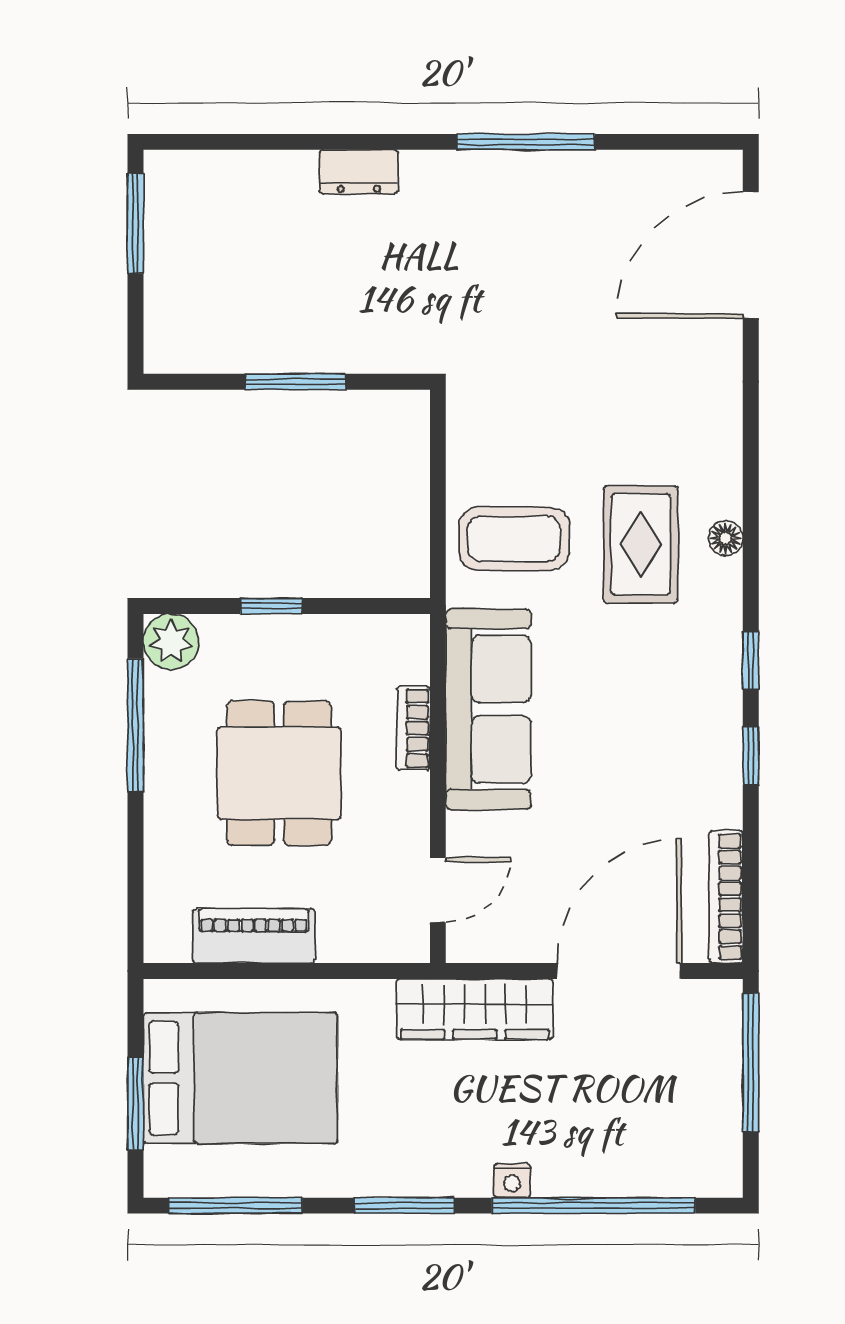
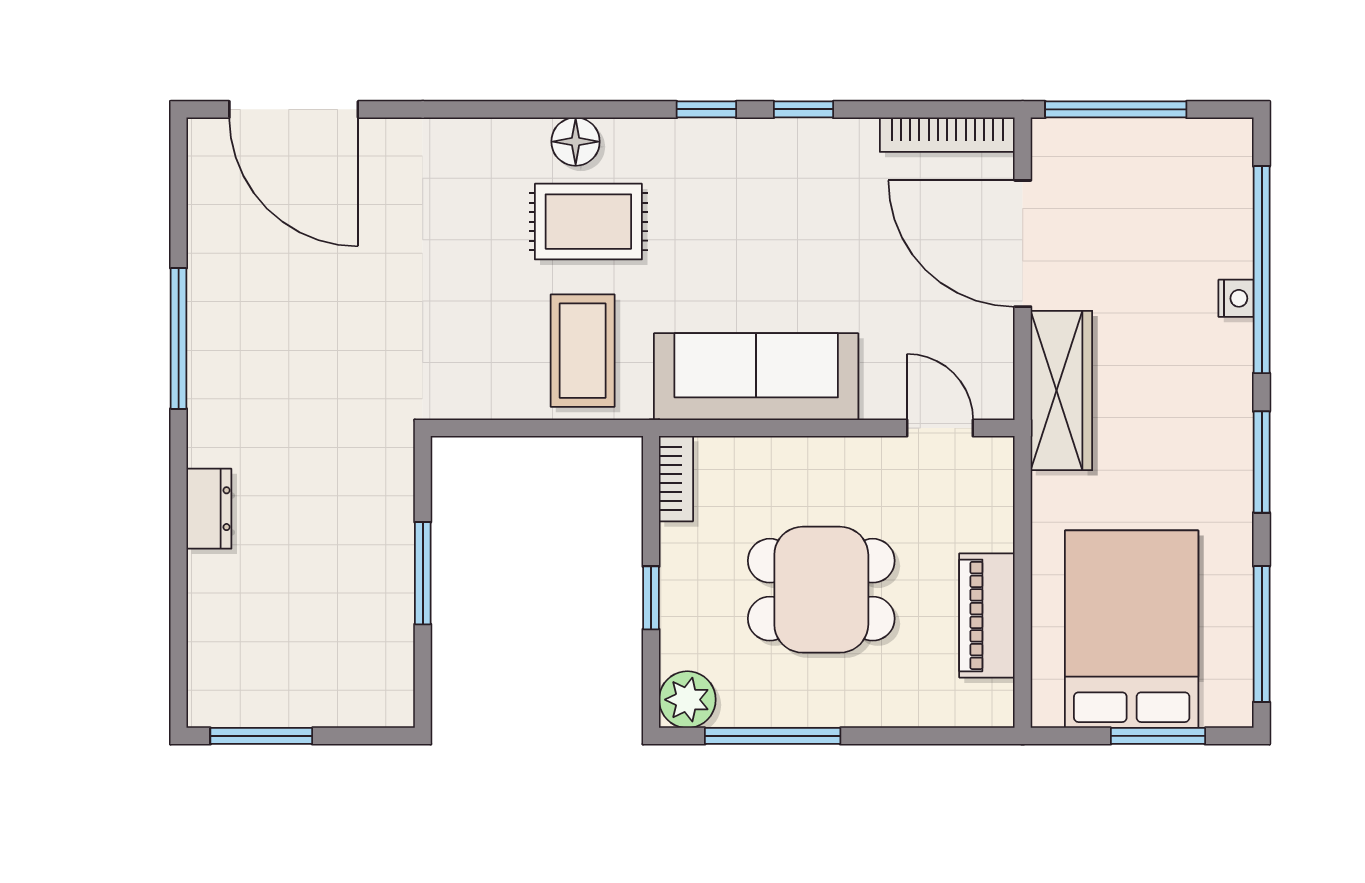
floor lamp: (726, 538) -> (576, 142), width x1.37, depth x1.37
bookcase: (413, 728) -> (676, 479), moved, turned -90
nightstand: (512, 1181) -> (1236, 298), moved

